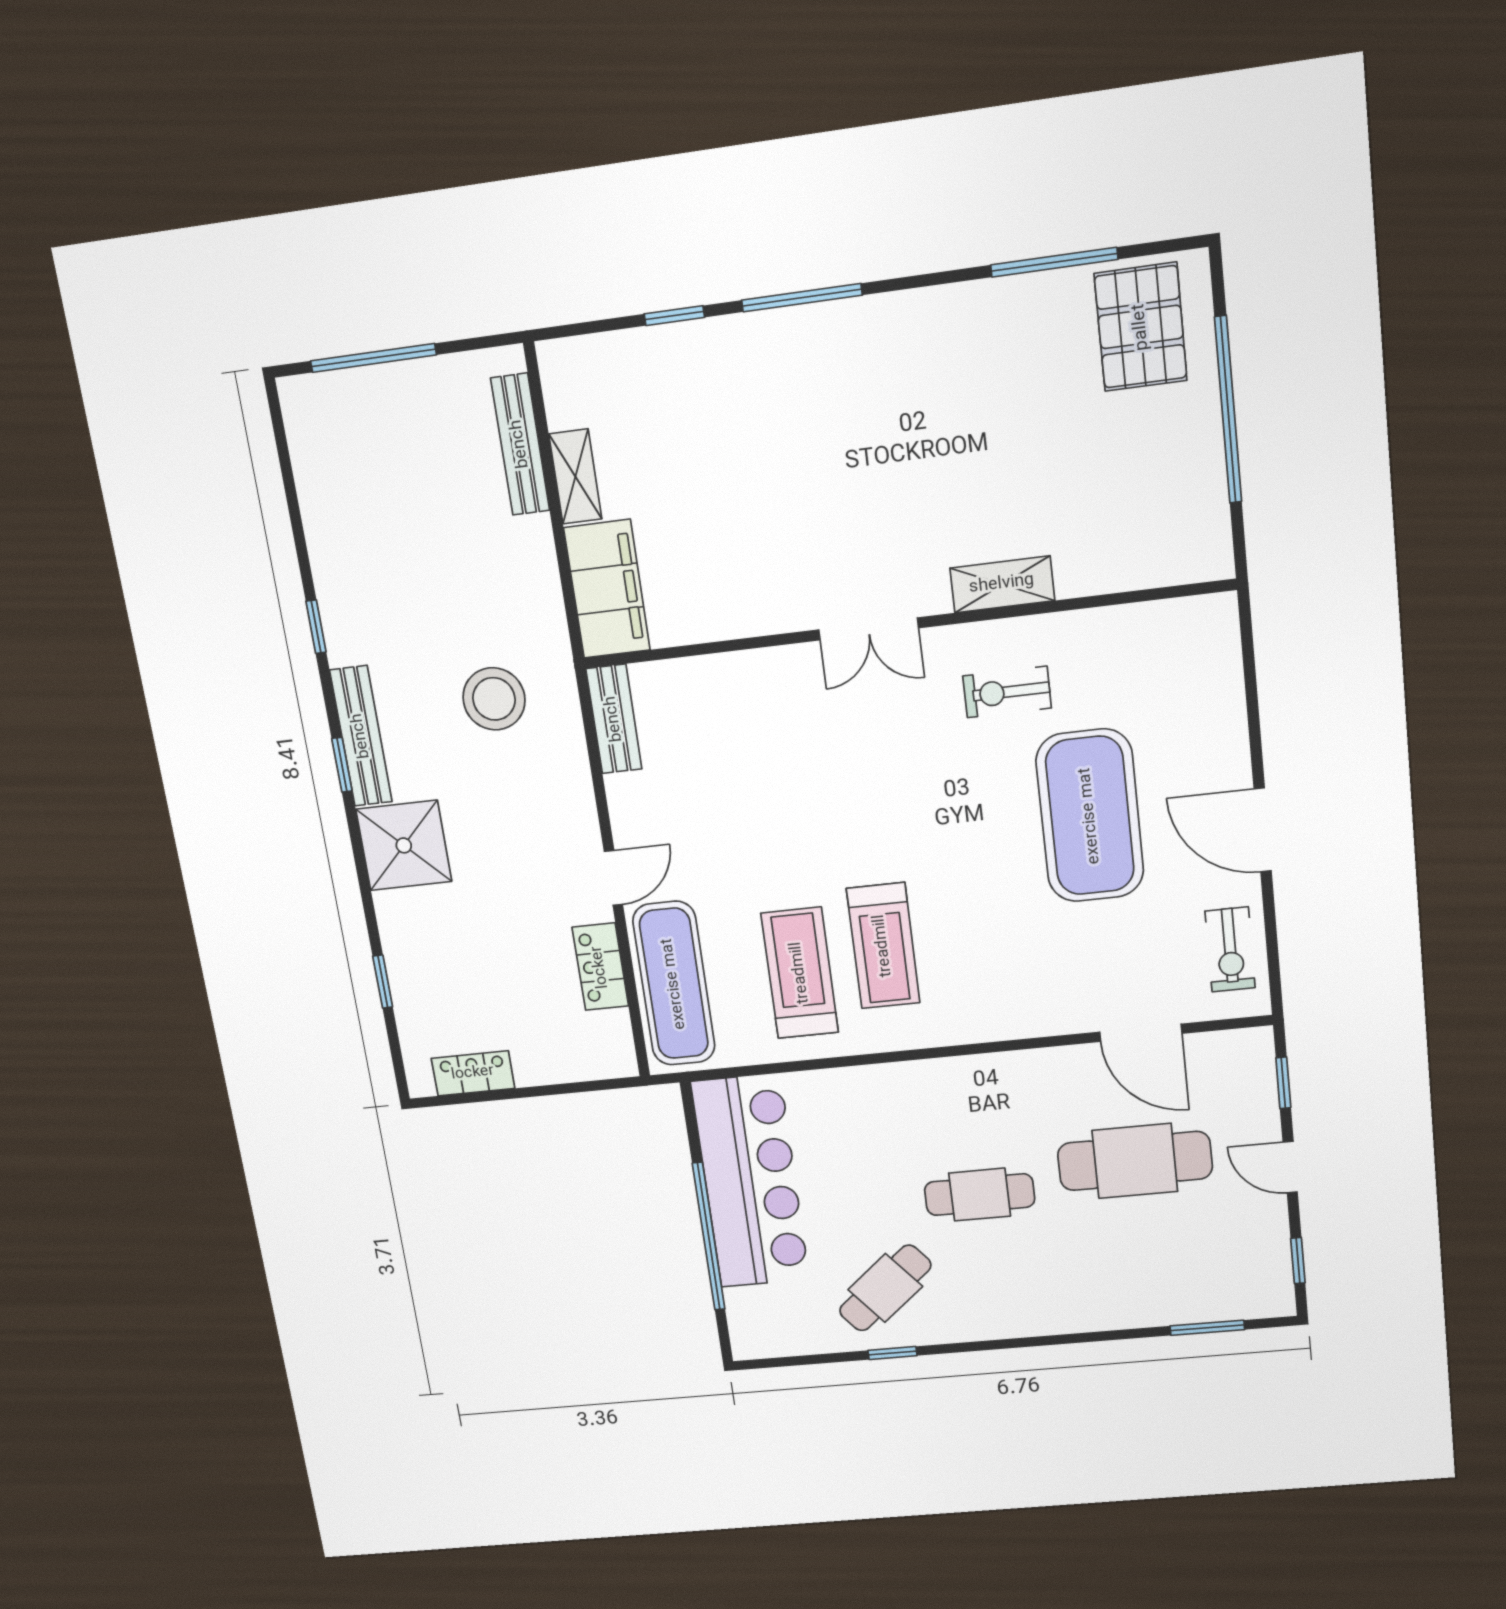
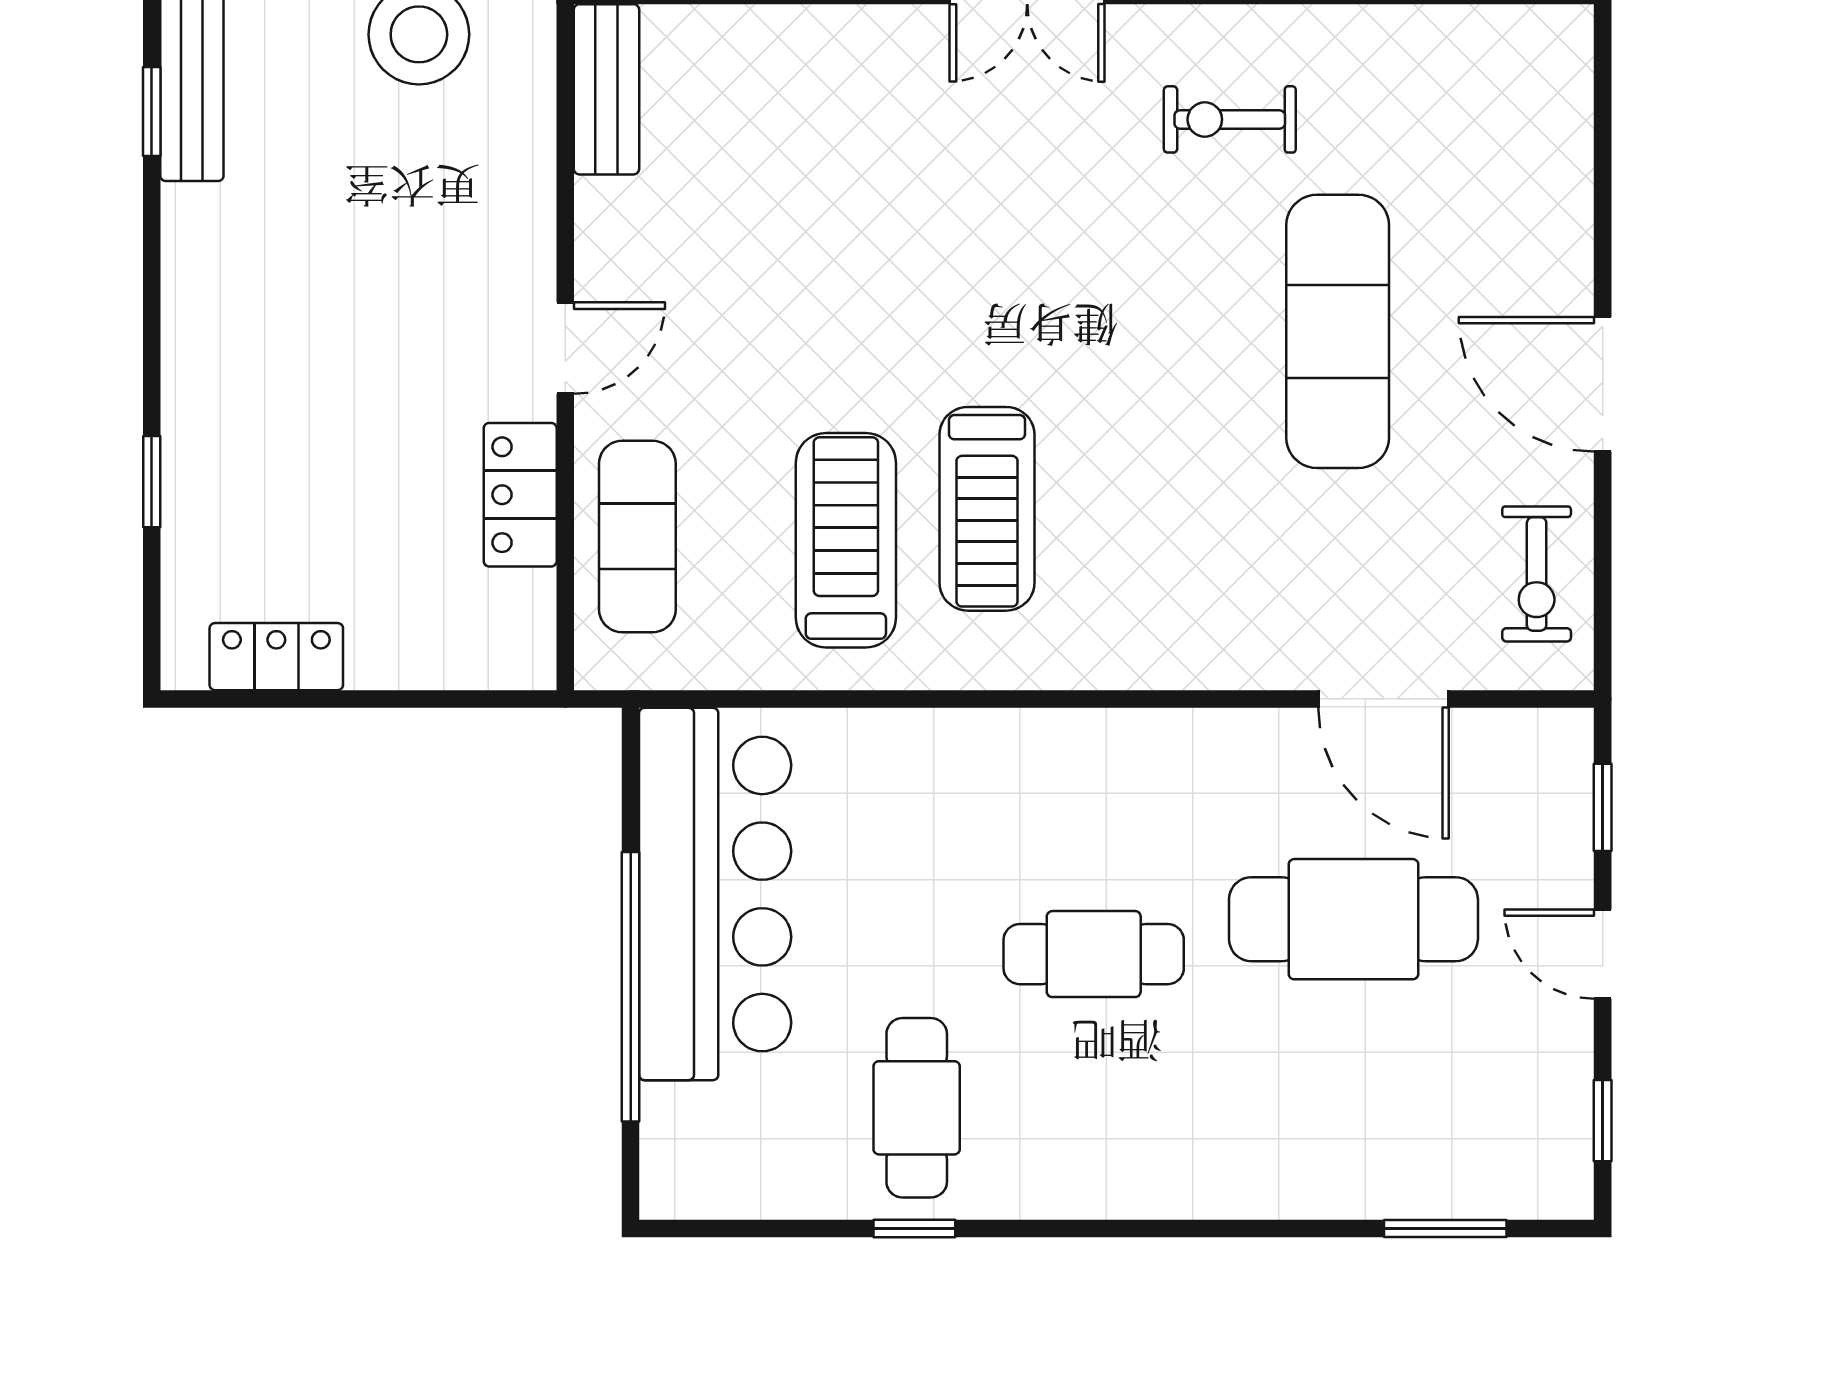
exercise mat: (1090, 816) -> (1338, 331), width x0.68
shower: (404, 845) -> (229, 256), removed
exercise mat: (674, 984) -> (637, 537), width x0.73, depth x0.69
cafe table: (885, 1288) -> (917, 1108), turned -50

